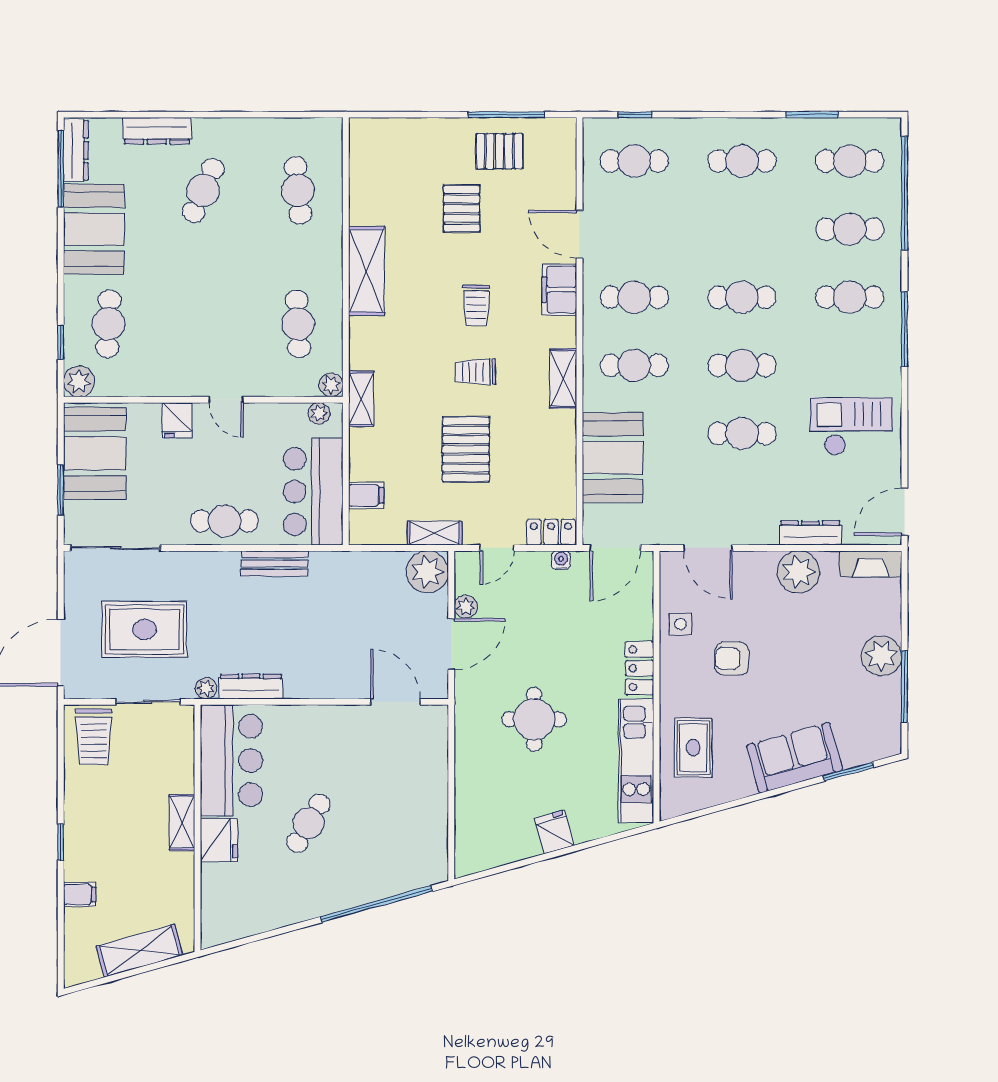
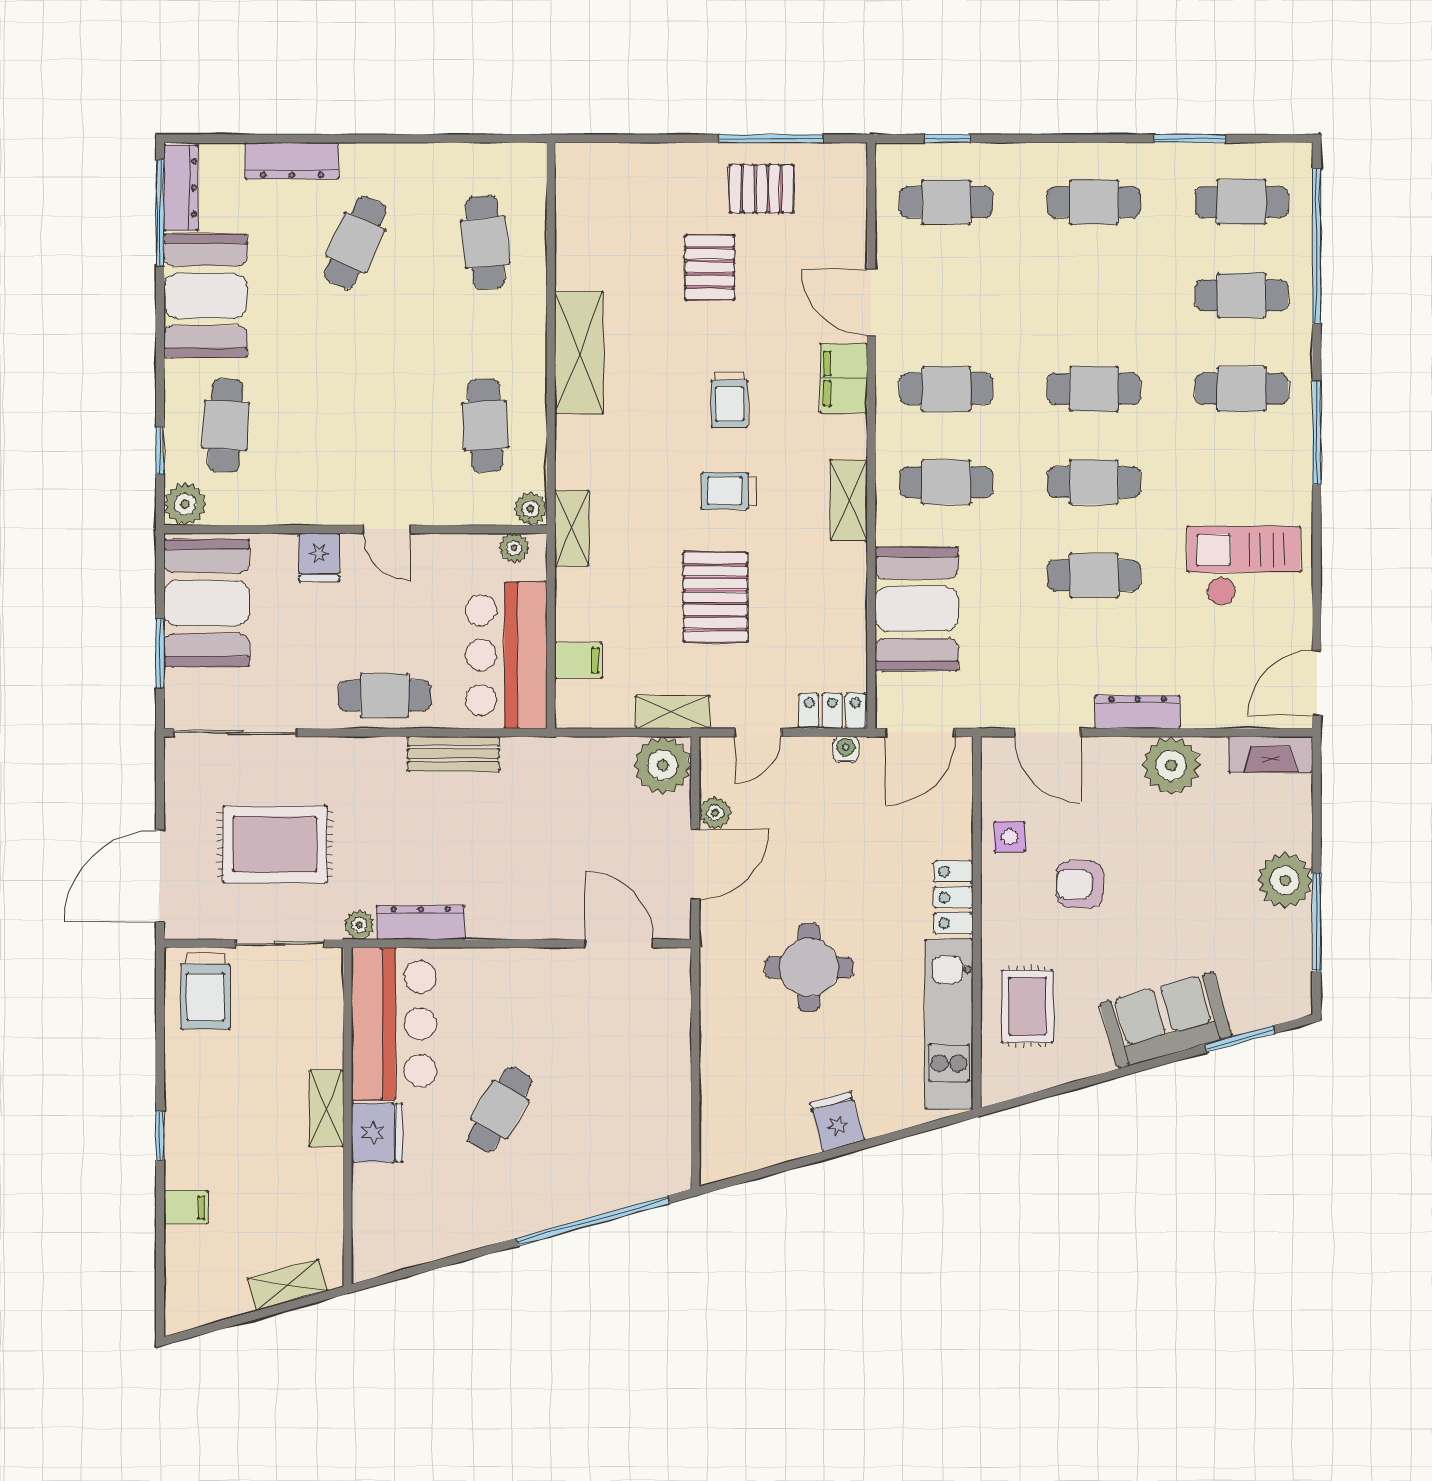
dresser: (810, 533) -> (1137, 712), moved
shelving: (139, 951) -> (287, 1285), width x0.67, depth x0.75

